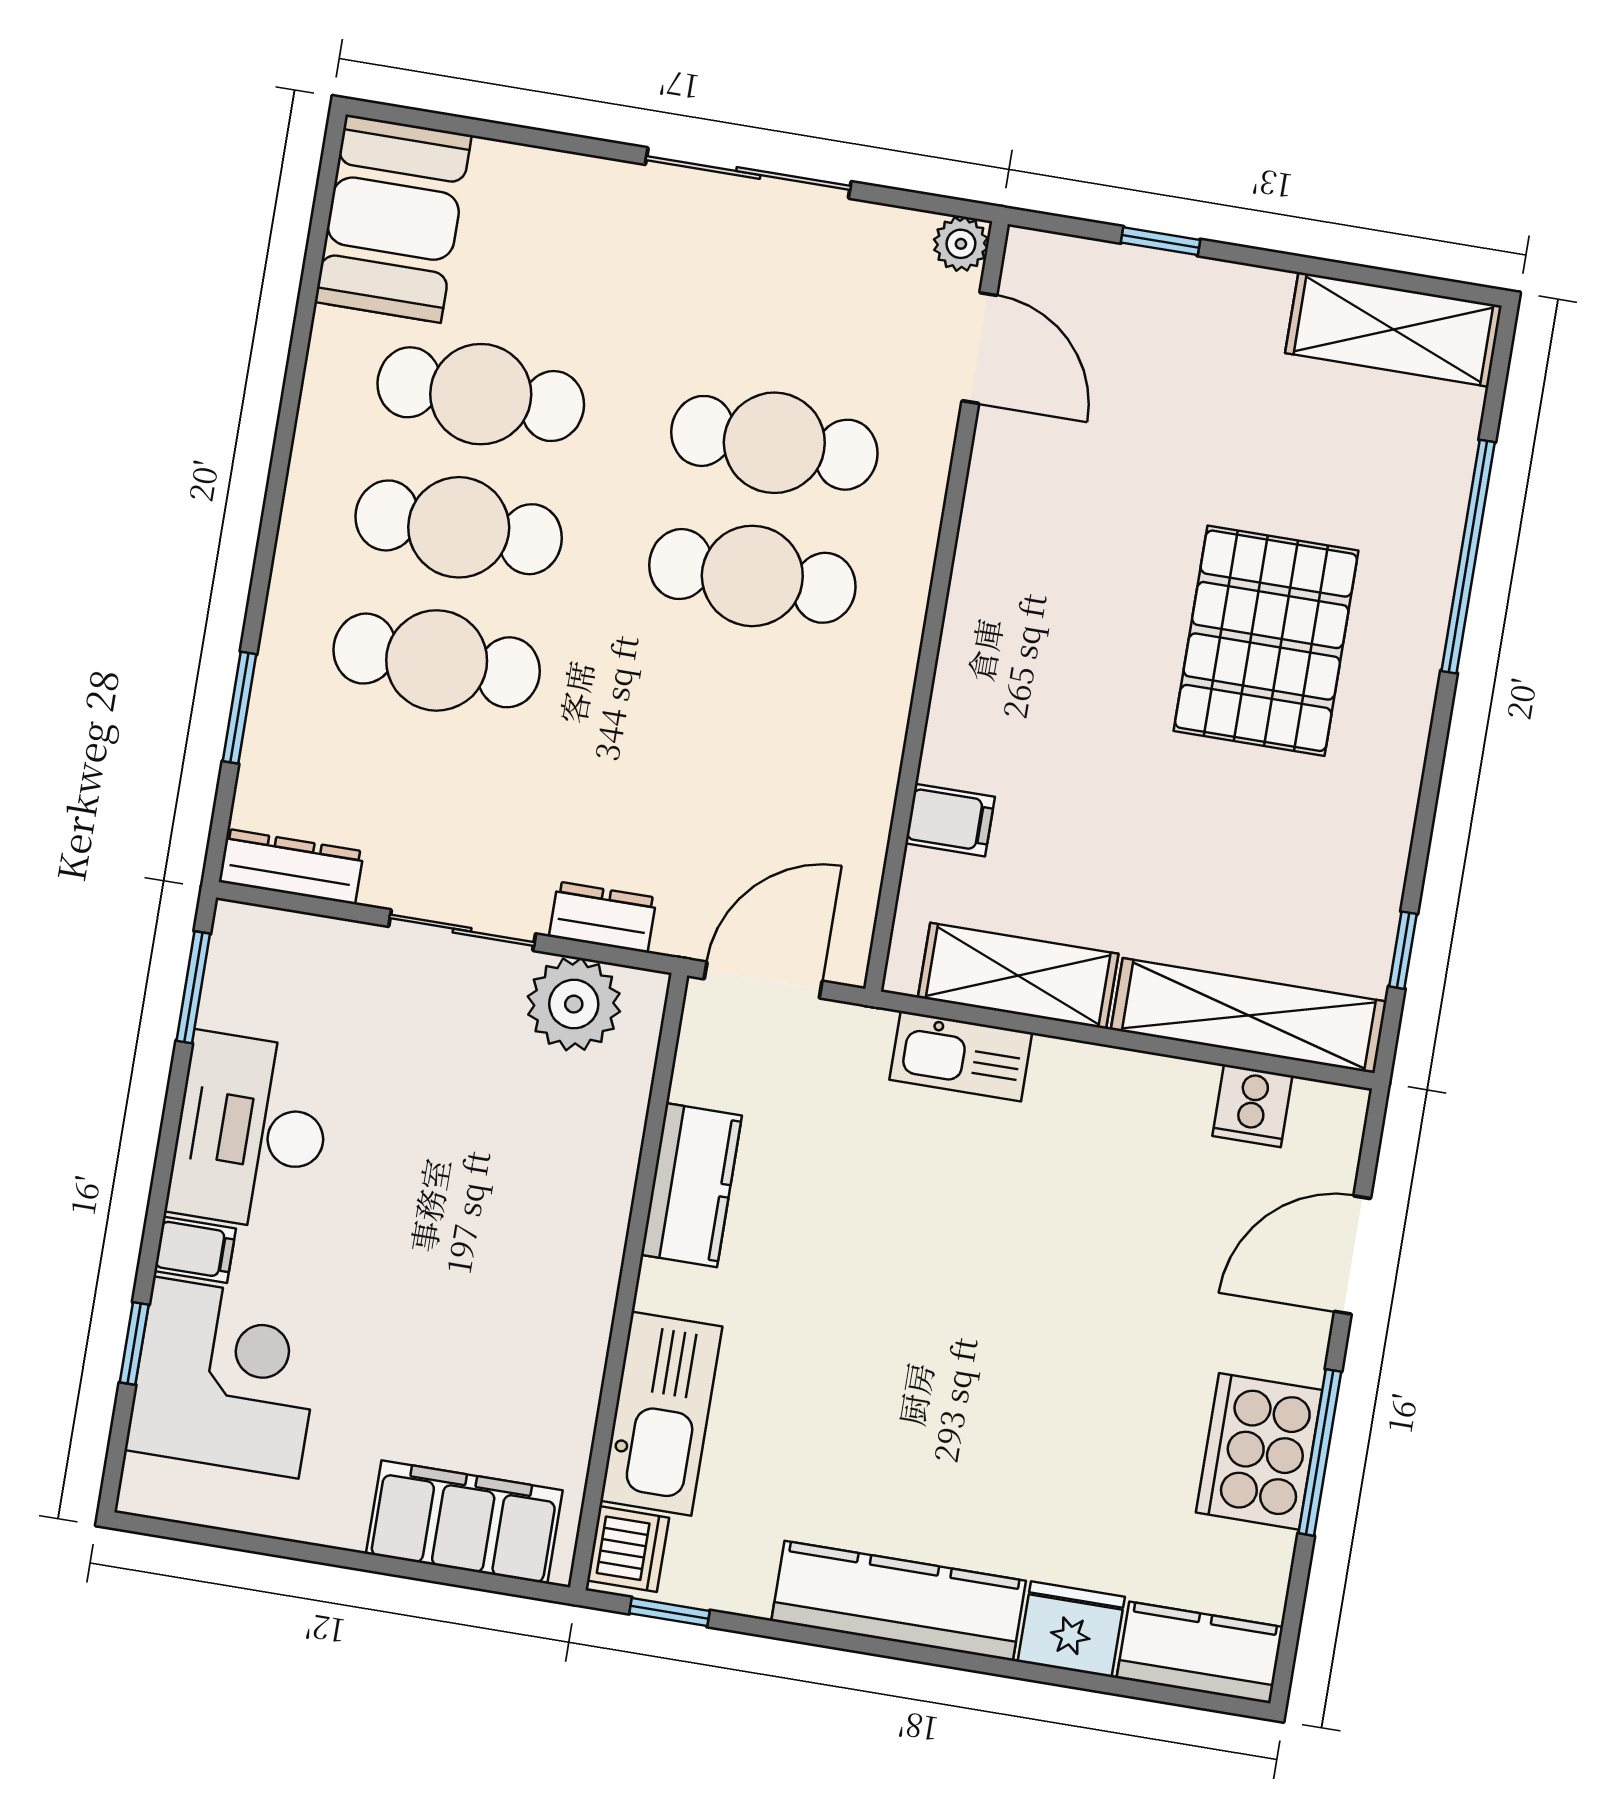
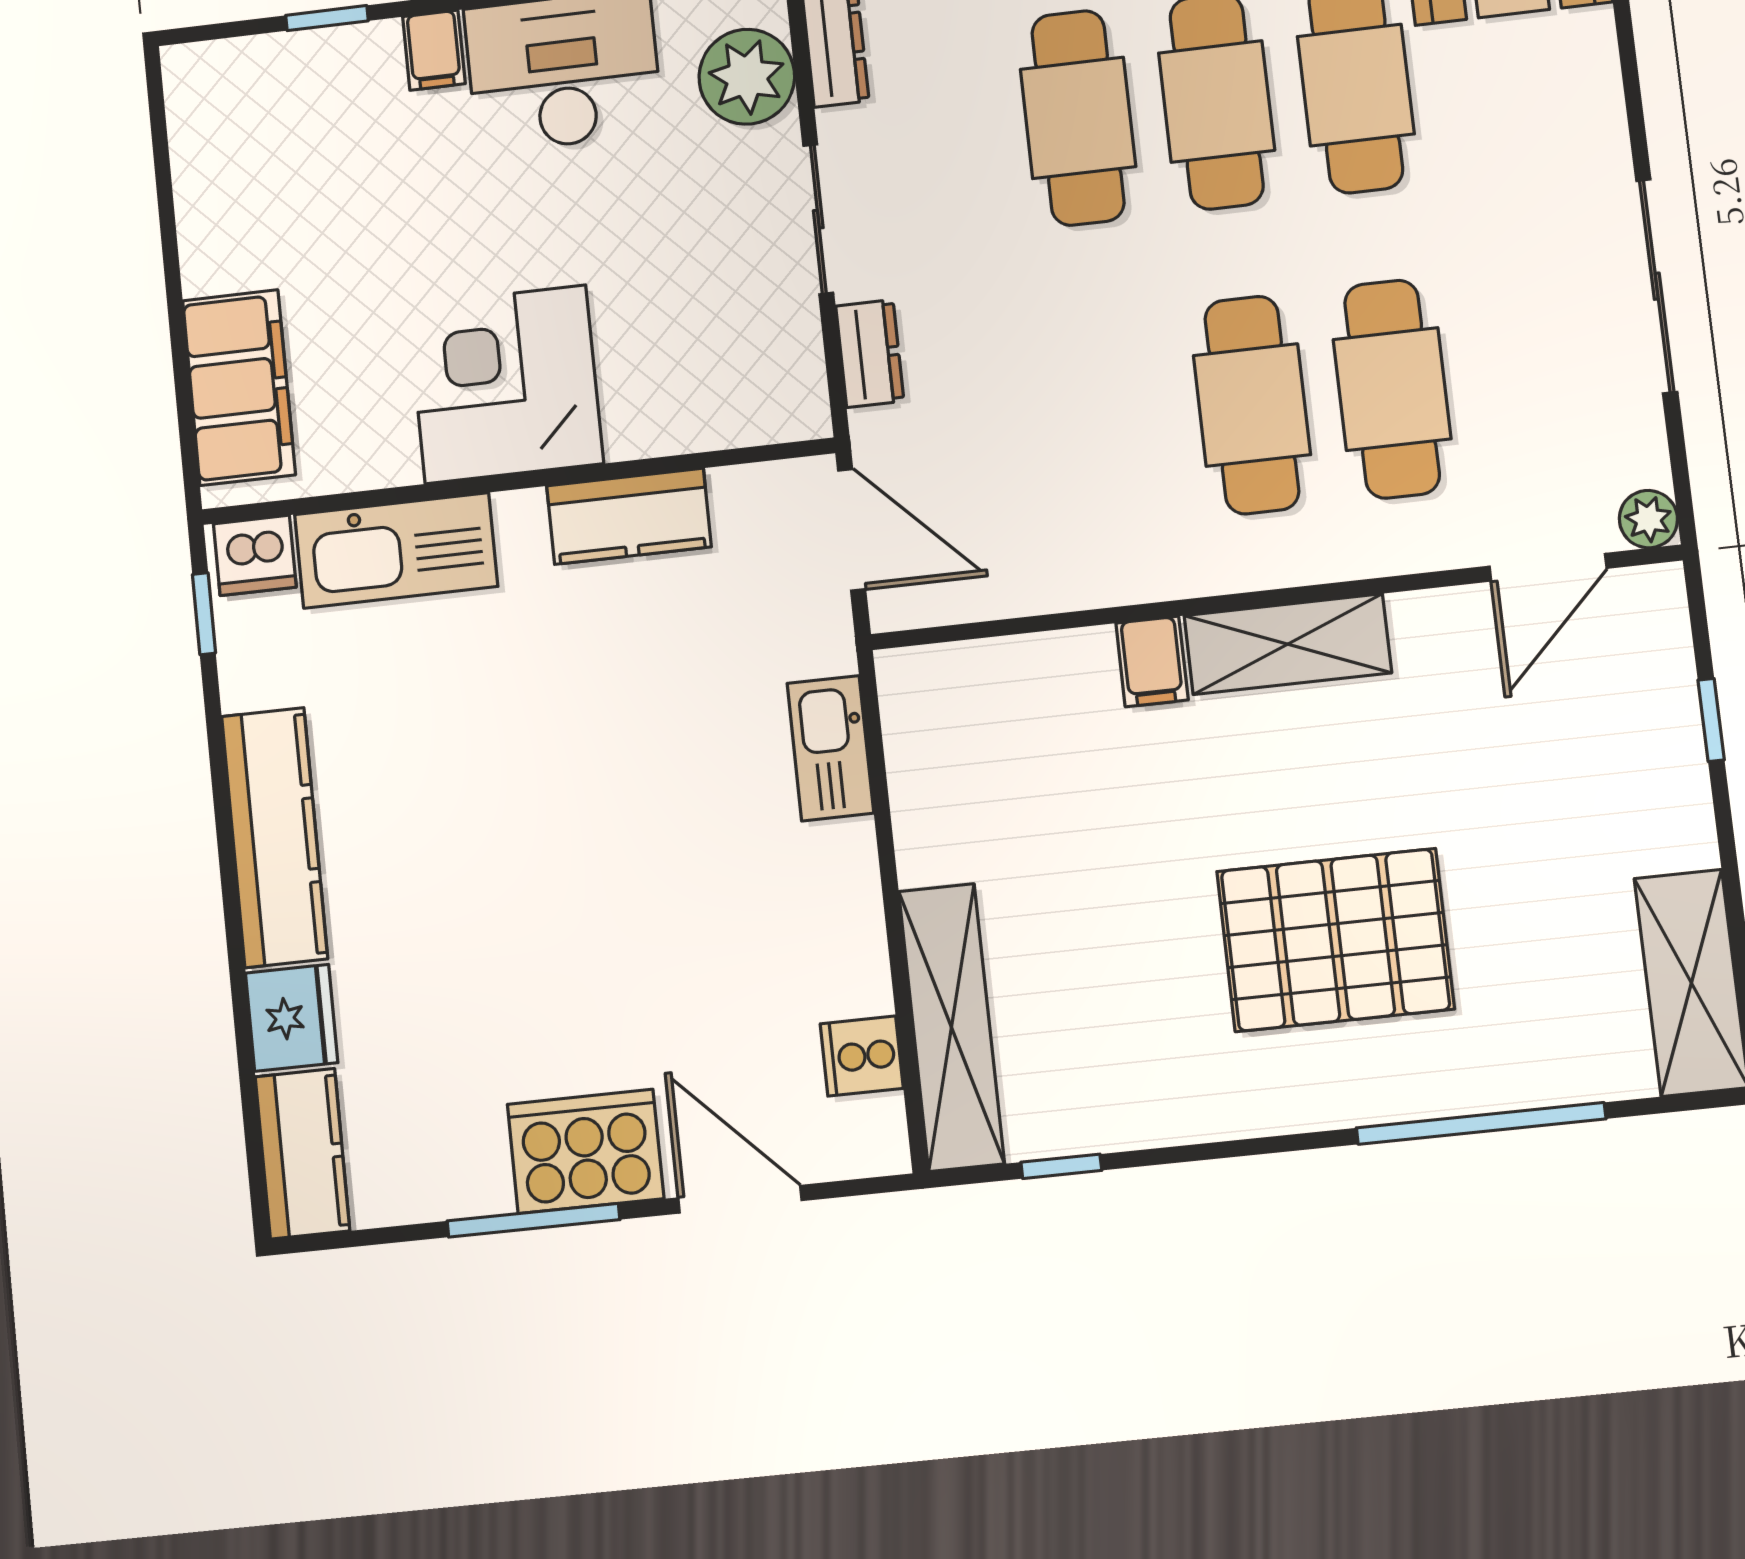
filing cabinet: (950, 820) -> (1152, 662), moved
shelving: (1018, 976) -> (1288, 644), moved, turned 90
plant: (574, 1004) -> (747, 77), moved
corner desk: (226, 1378) -> (505, 384), moved, turned 180
cooker: (1259, 1451) -> (585, 1151), moved

